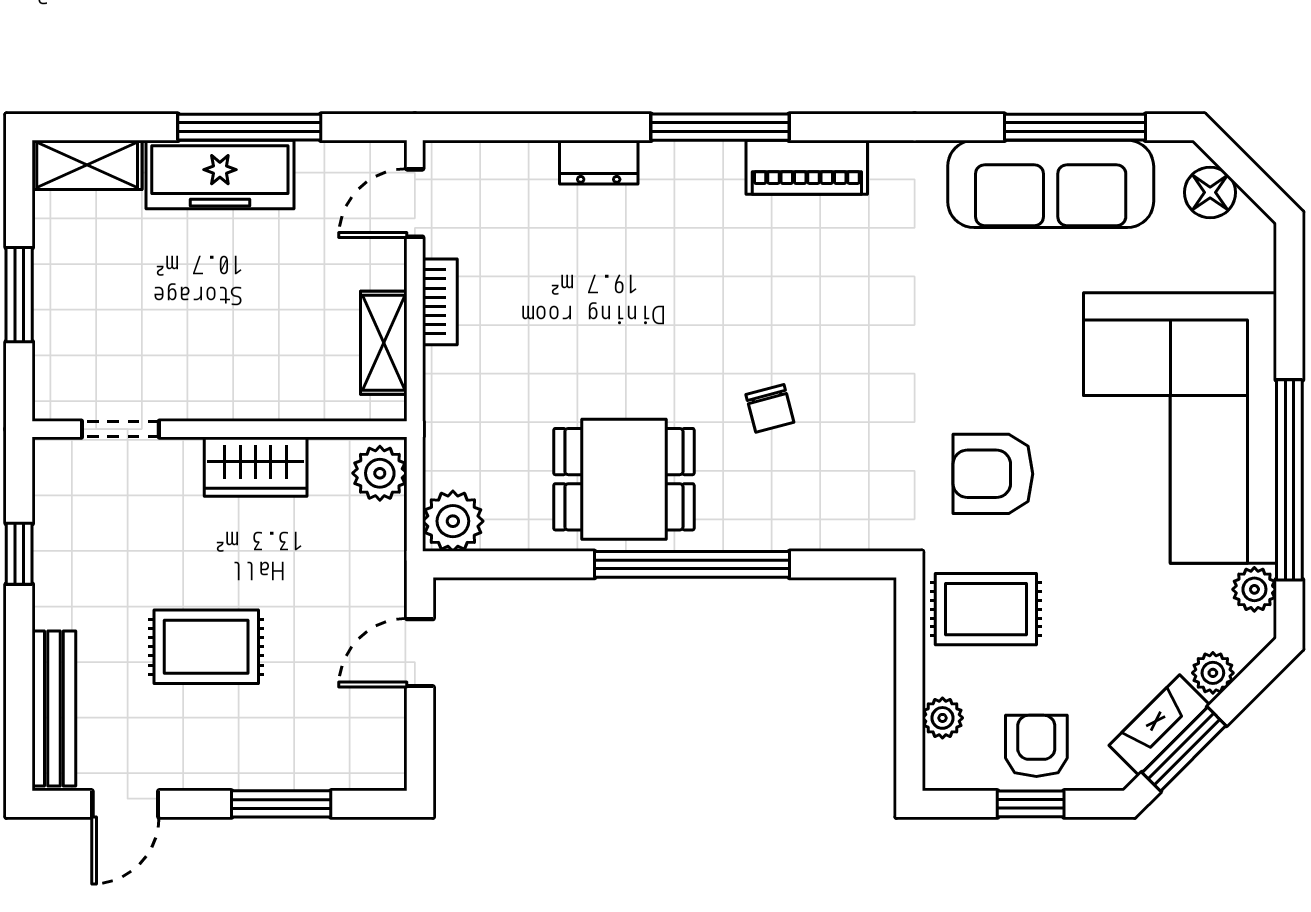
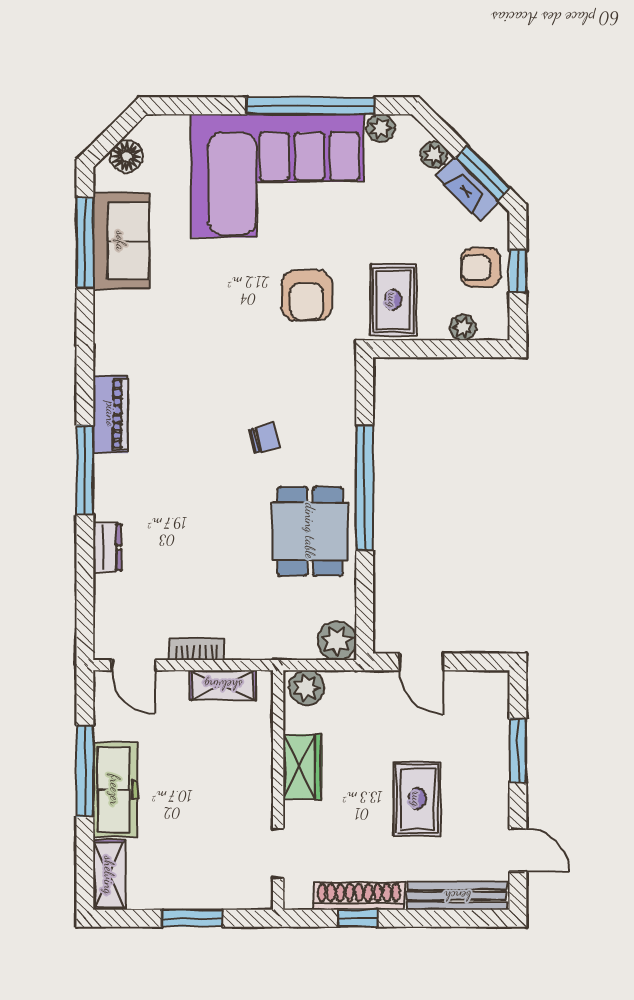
sofa: (1051, 184) -> (121, 241), width x0.73
shoe rack: (54, 556) -> (359, 896), added

